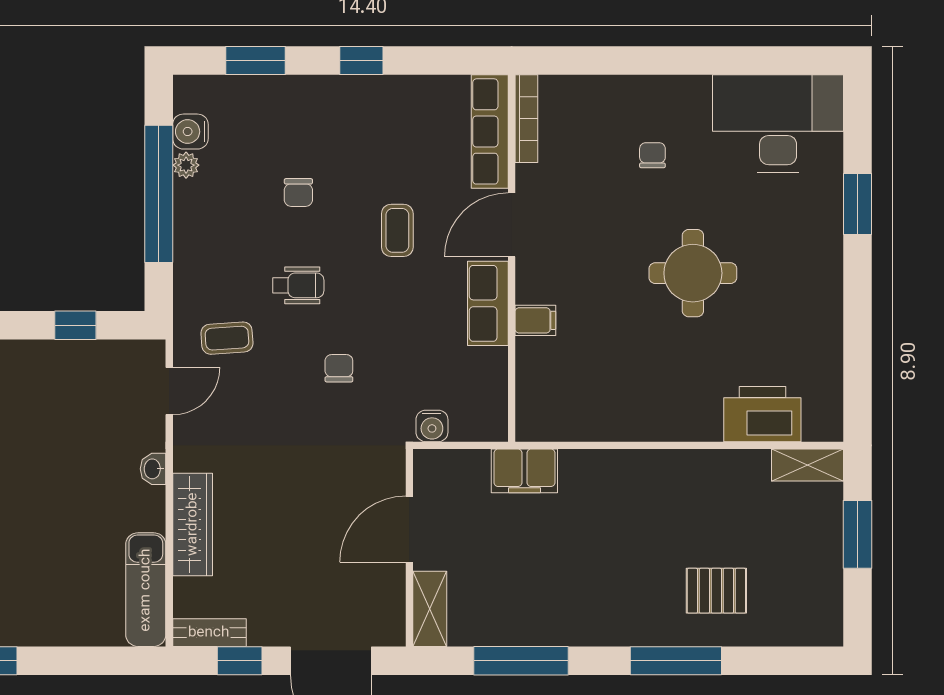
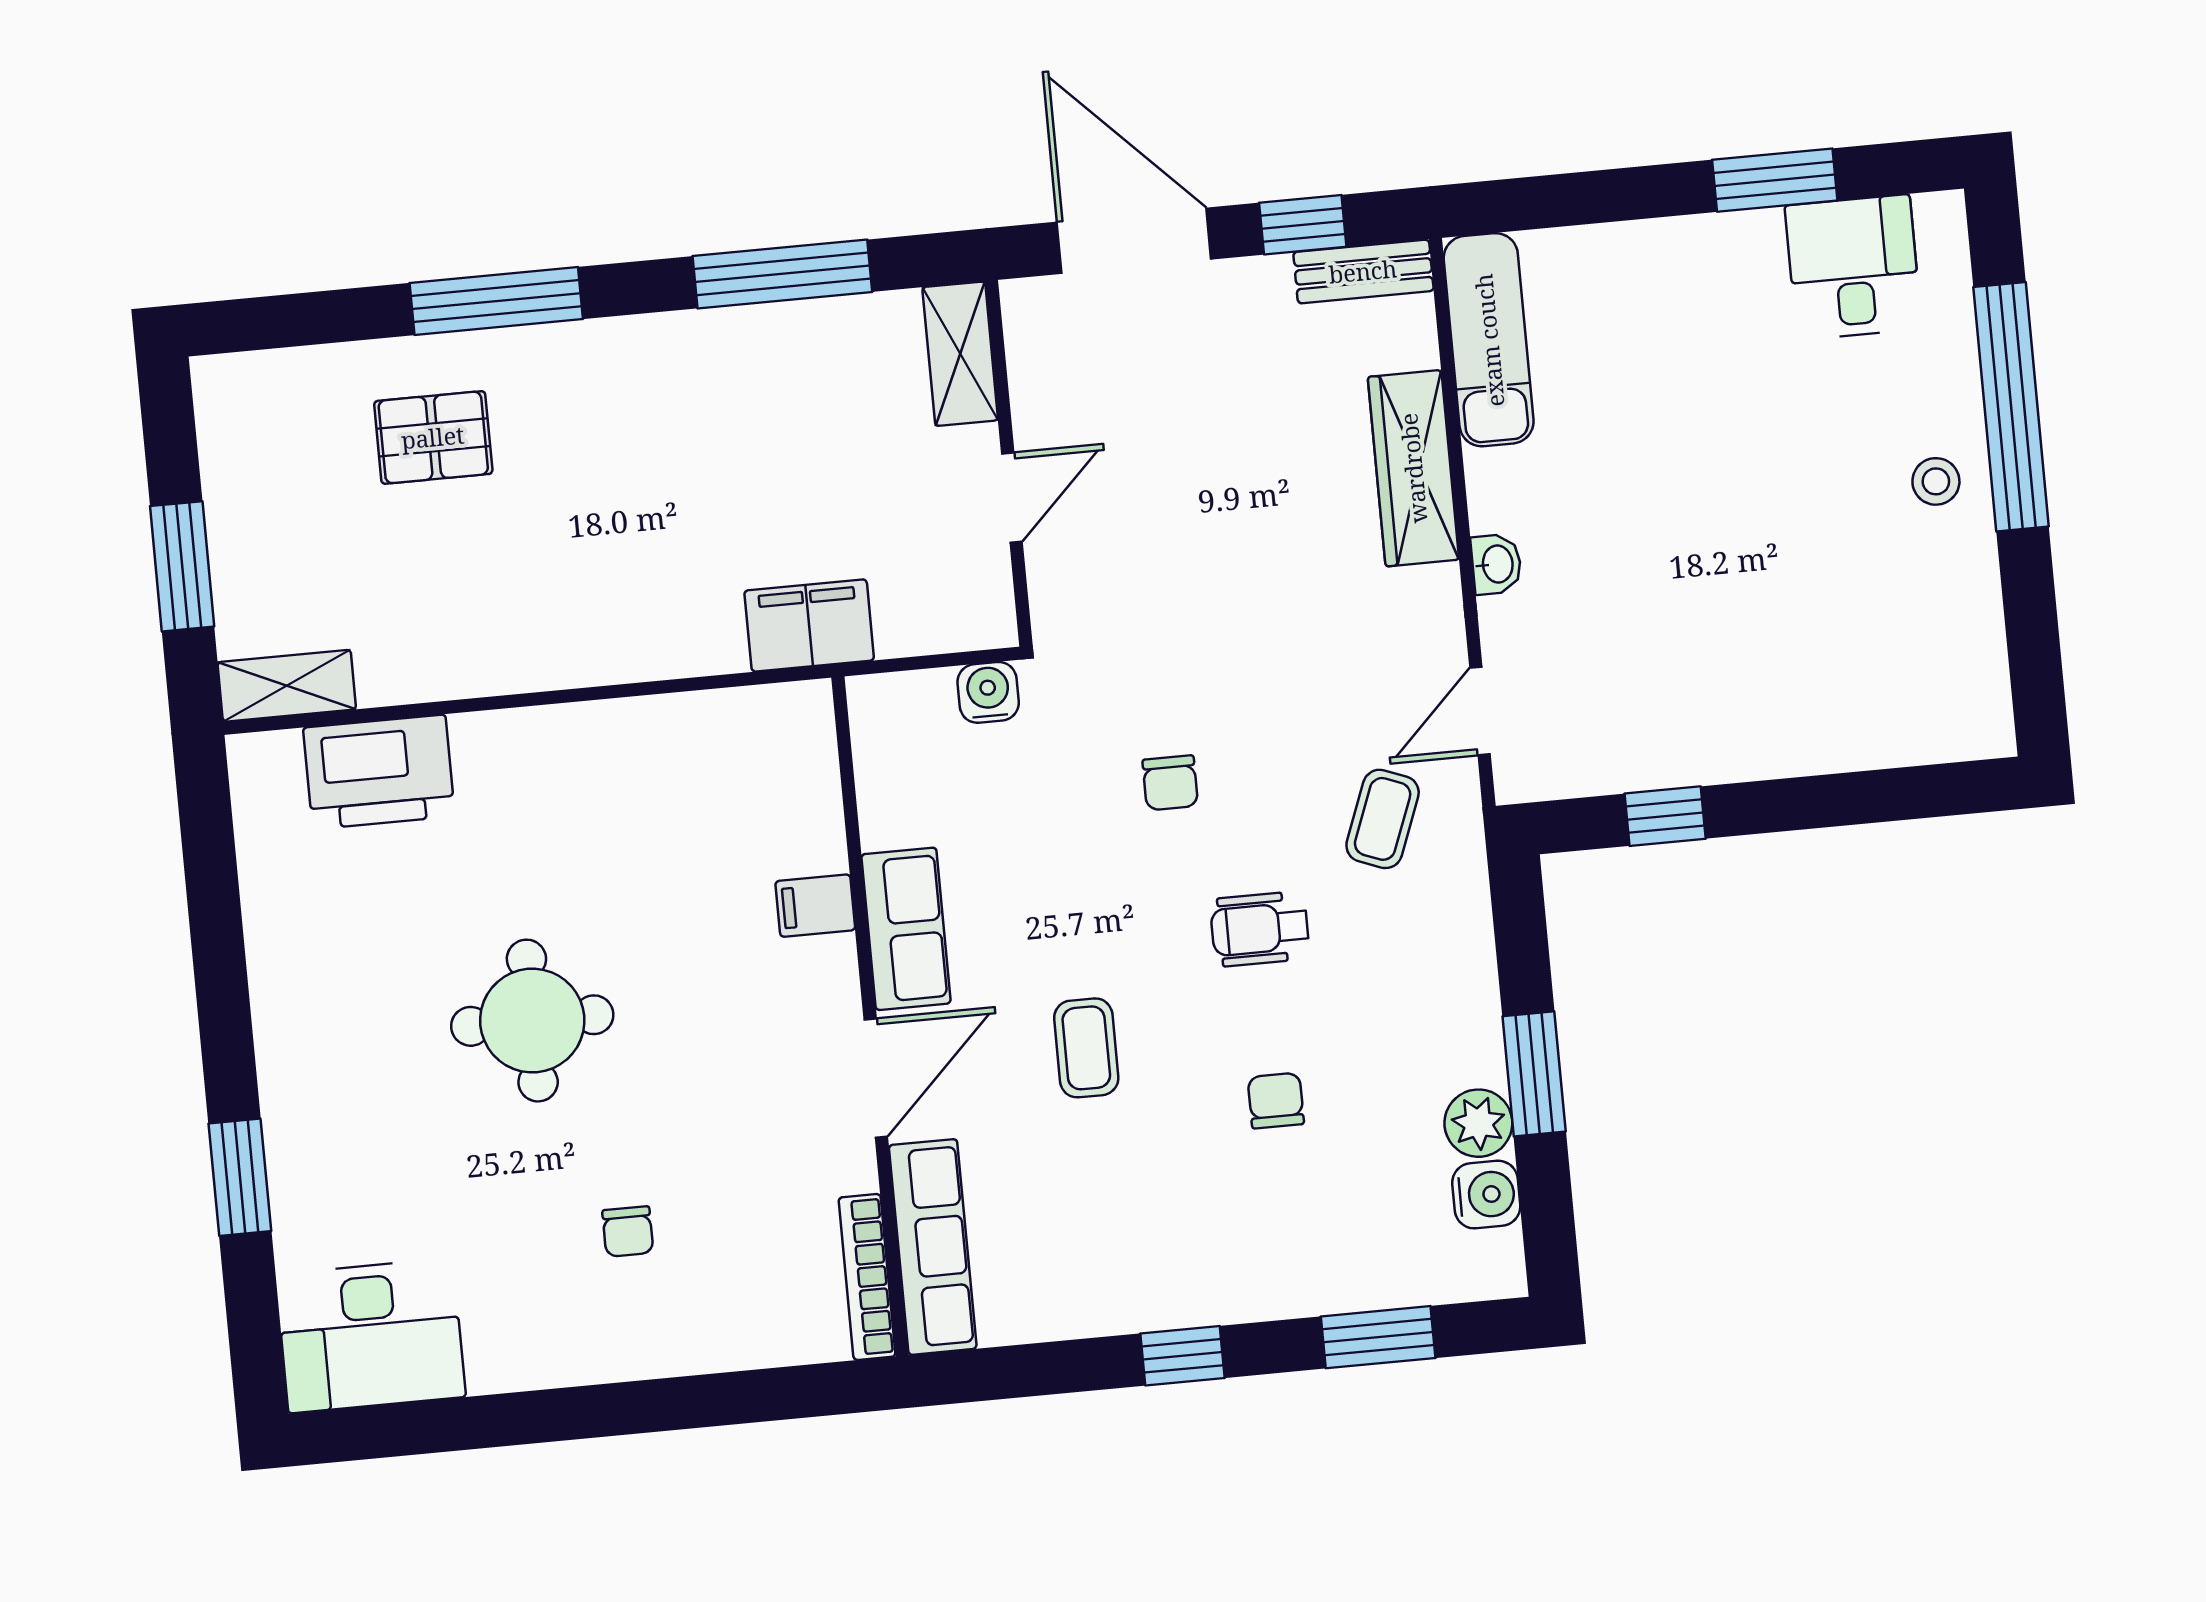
desk: (778, 124) -> (371, 1336), width x0.73, depth x0.77
plant: (186, 165) -> (1478, 1123), width x1.38, depth x1.38
window: (159, 194) -> (1534, 1074), width x0.47
coffee table: (227, 338) -> (1383, 819), turned -65
door: (409, 529) -> (1012, 498), width x0.73

